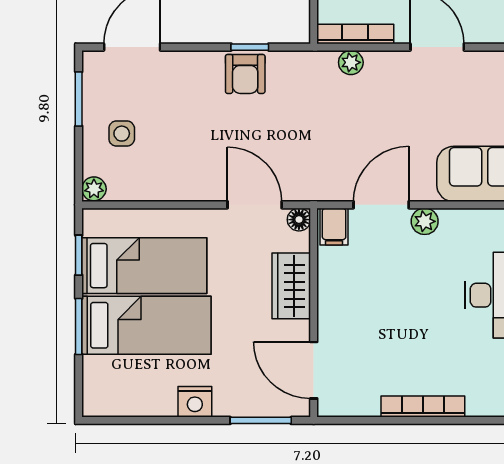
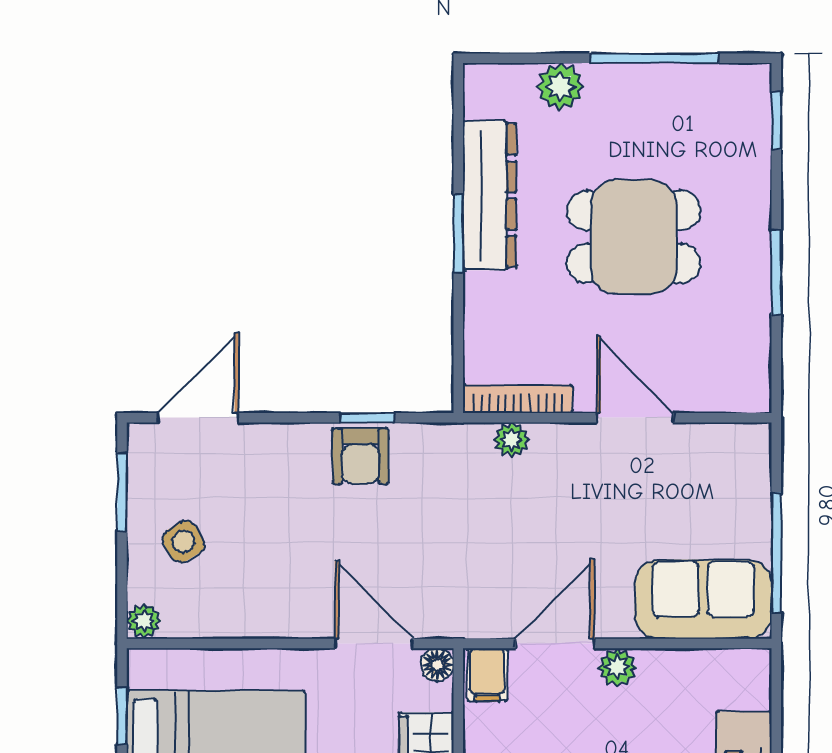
side table: (122, 134) -> (183, 542), turned -32

